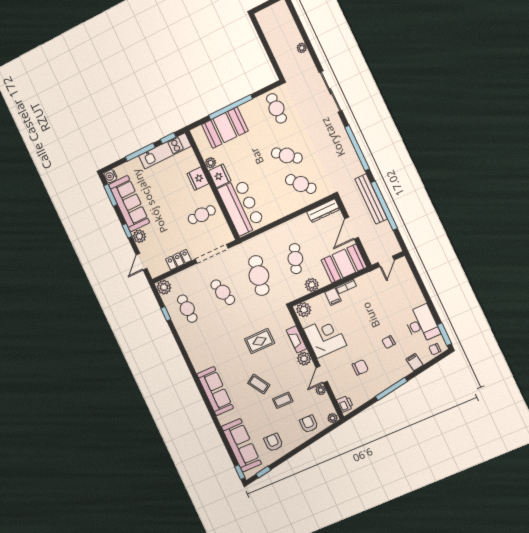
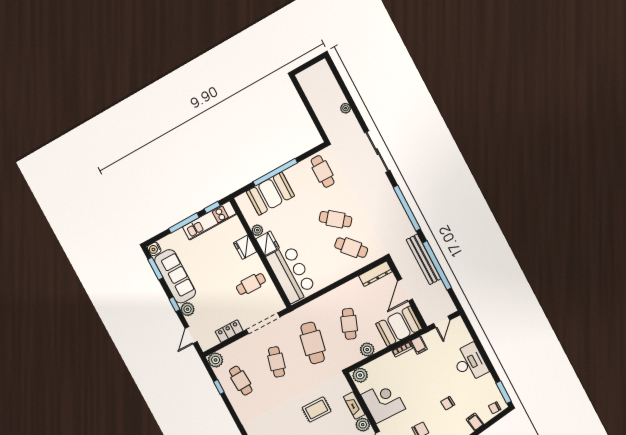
cafe table: (223, 292) -> (276, 362), turned 33
filing cabinet: (333, 297) -> (419, 345), moved
desk: (422, 324) -> (470, 363), moved

